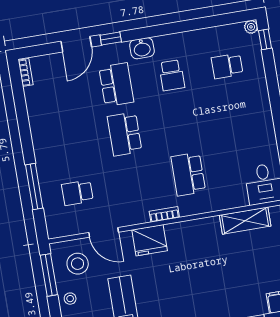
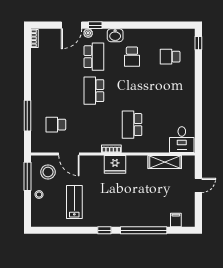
plant: (251, 27) -> (88, 33), moved
fridge: (150, 240) -> (115, 164), moved

